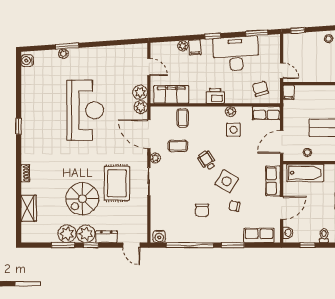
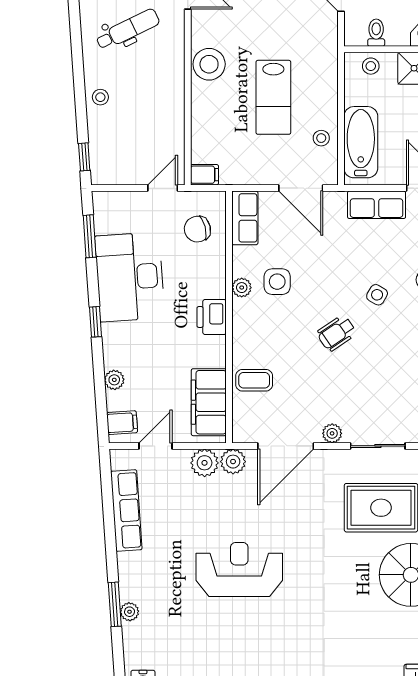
filing cabinet: (195, 47) -> (122, 423), moved
row of seats: (115, 52) -> (126, 511), added
reception desk: (85, 110) -> (239, 569), width x0.74, depth x0.77
coffee table: (178, 146) -> (309, 390), removed
side table: (227, 181) -> (377, 295), width x0.54, depth x0.54

